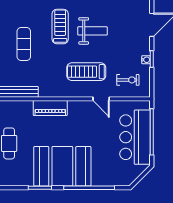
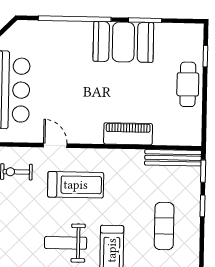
booth: (62, 166) -> (123, 42), width x0.73, depth x0.70

